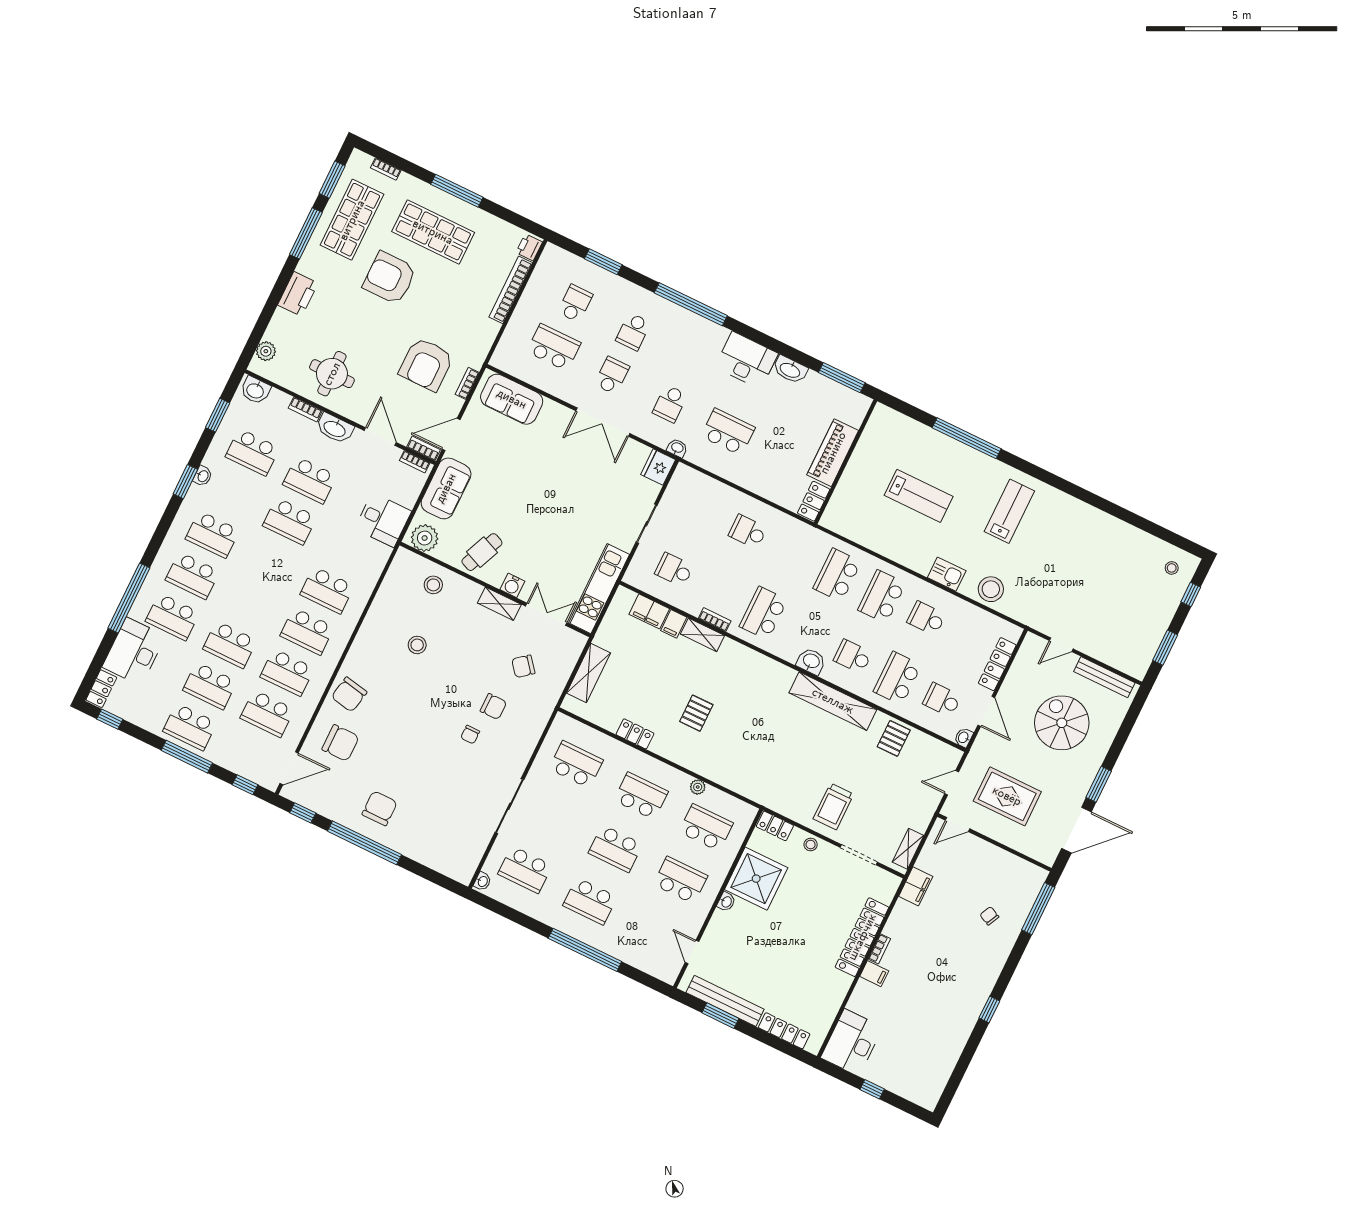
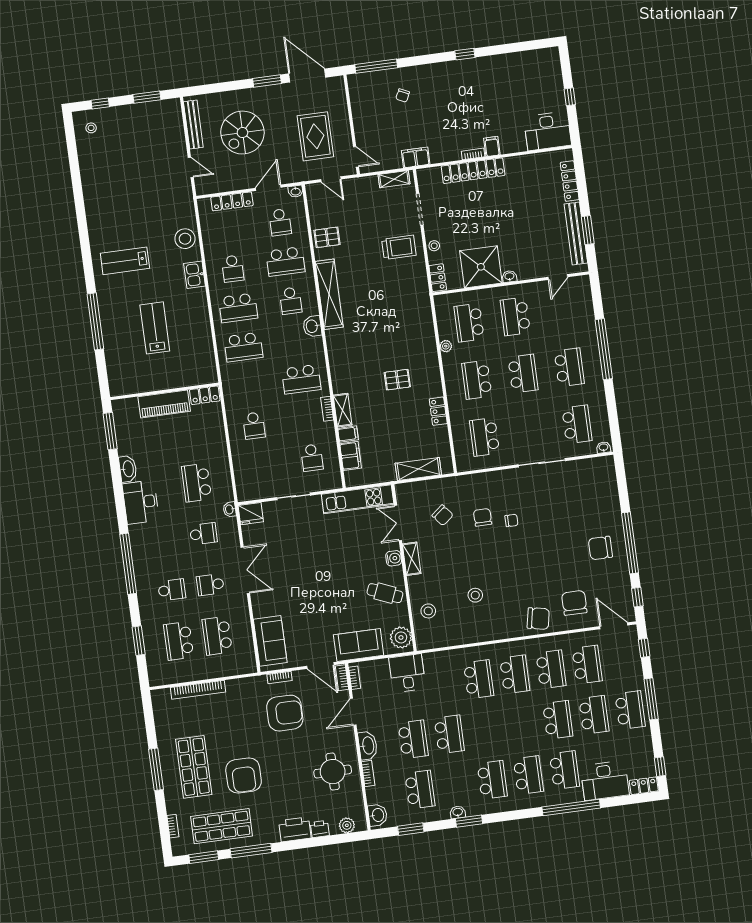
printer: (529, 247) -> (320, 829), moved, turned 180
school desk: (575, 303) -> (179, 641), width x1.85

